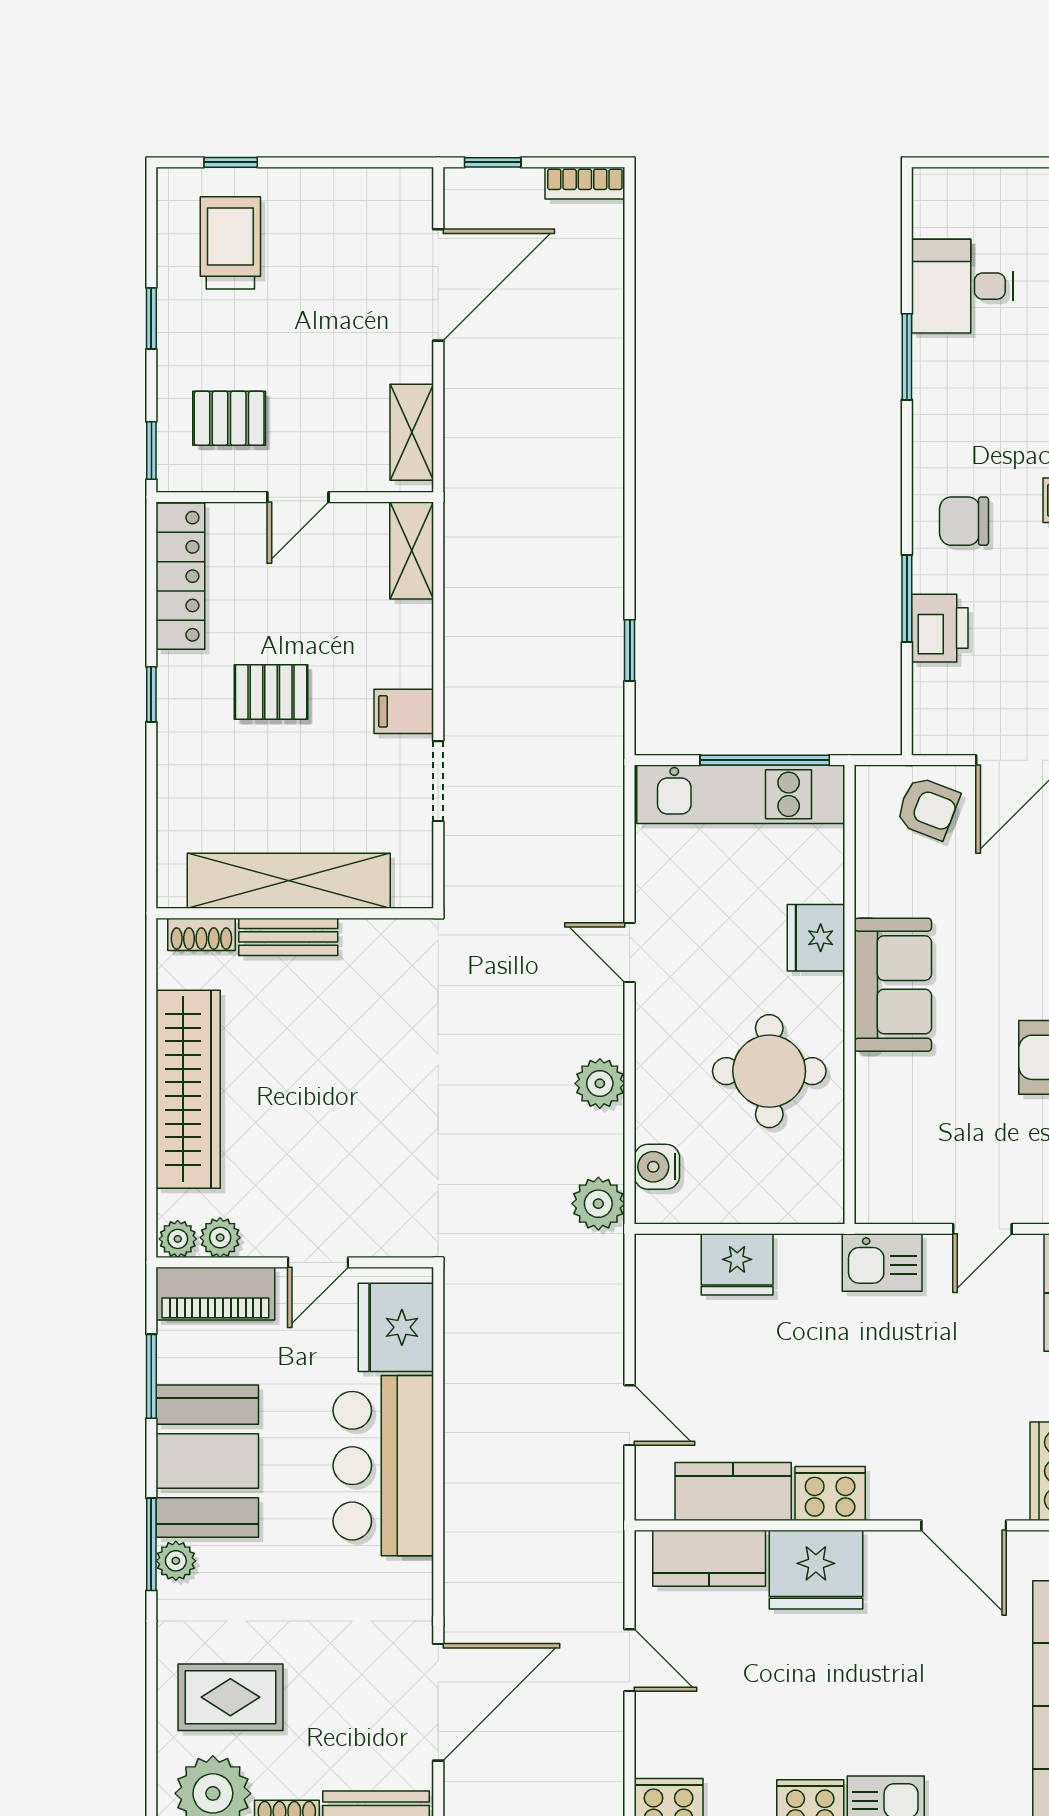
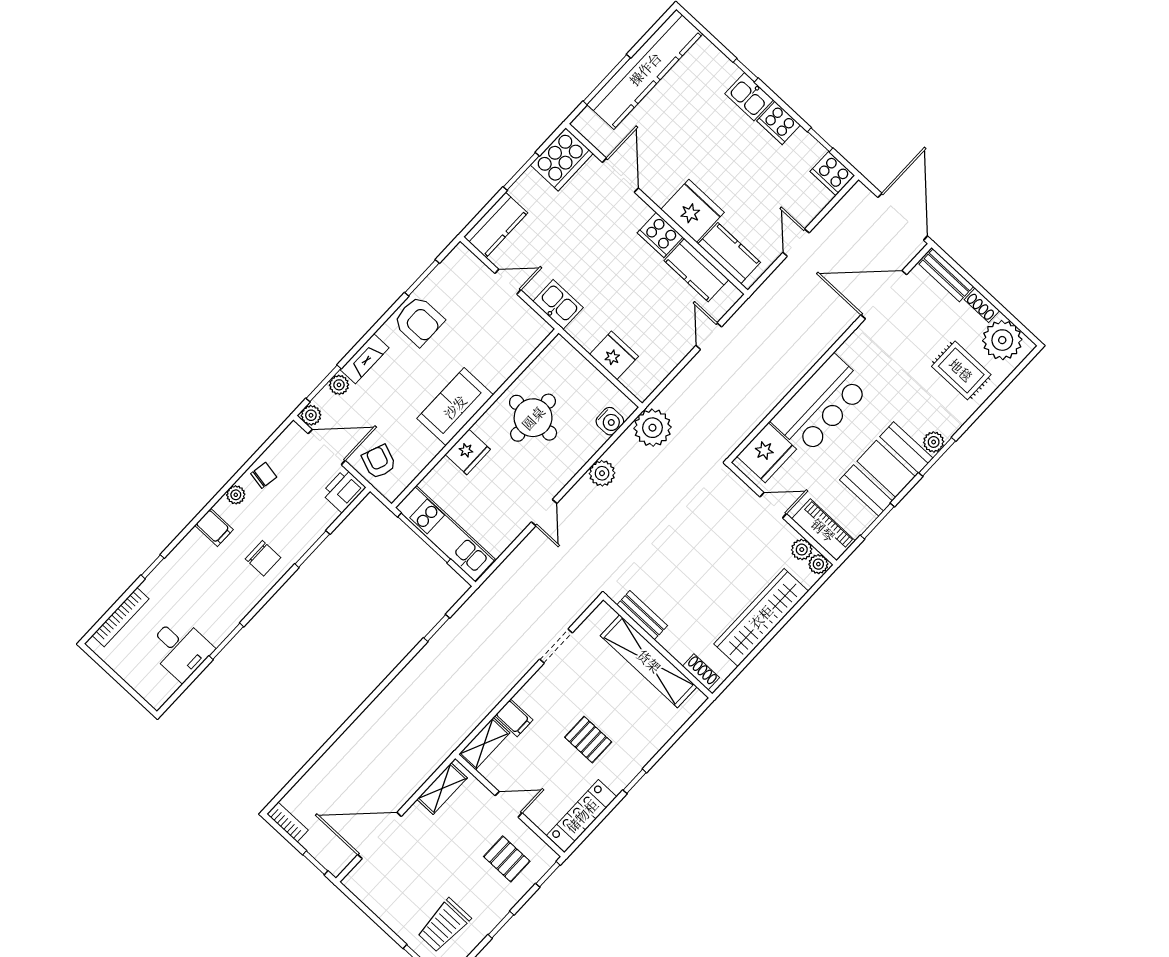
printer: (940, 628) -> (344, 490), moved
filing cabinet: (404, 711) -> (514, 718), moved
bench: (288, 937) -> (642, 615), moved
plant: (598, 1204) -> (652, 428), width x1.36, depth x1.36

